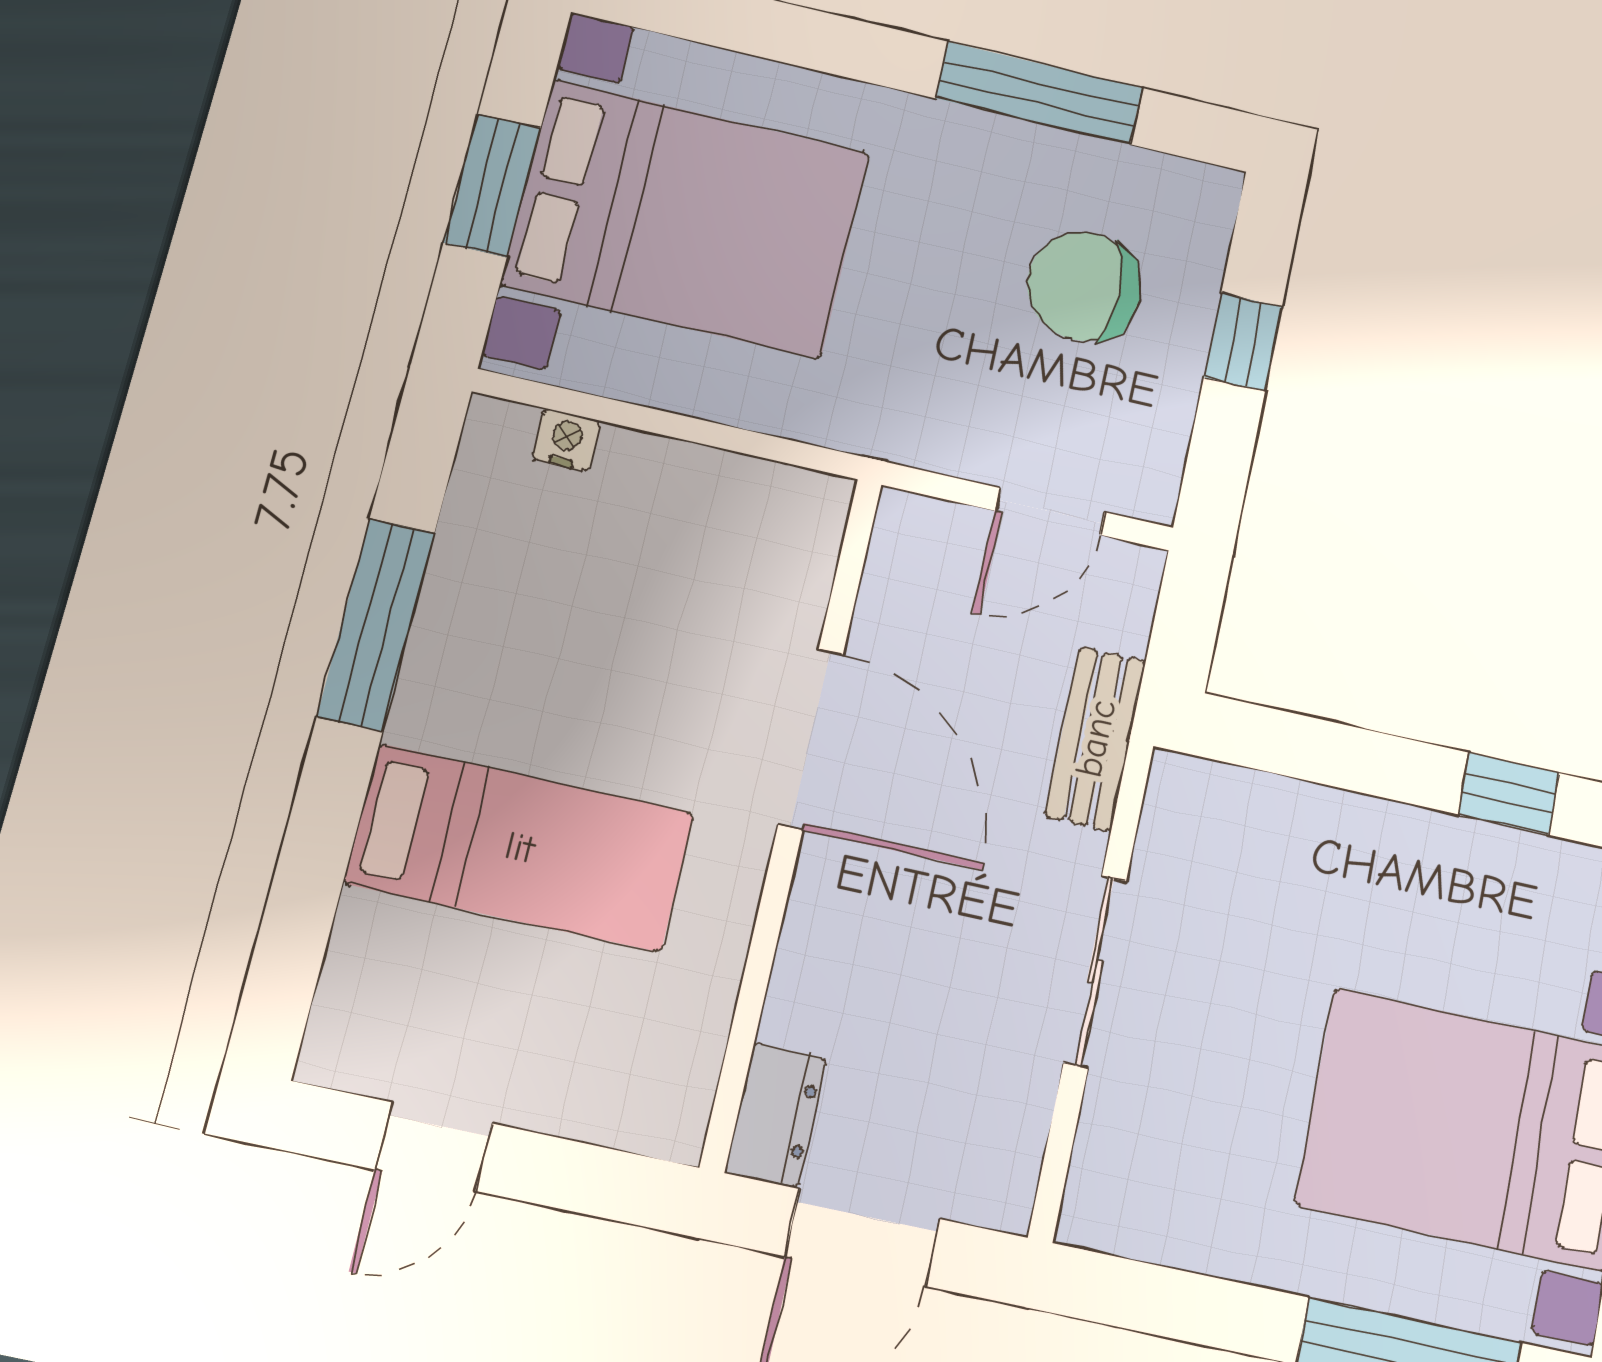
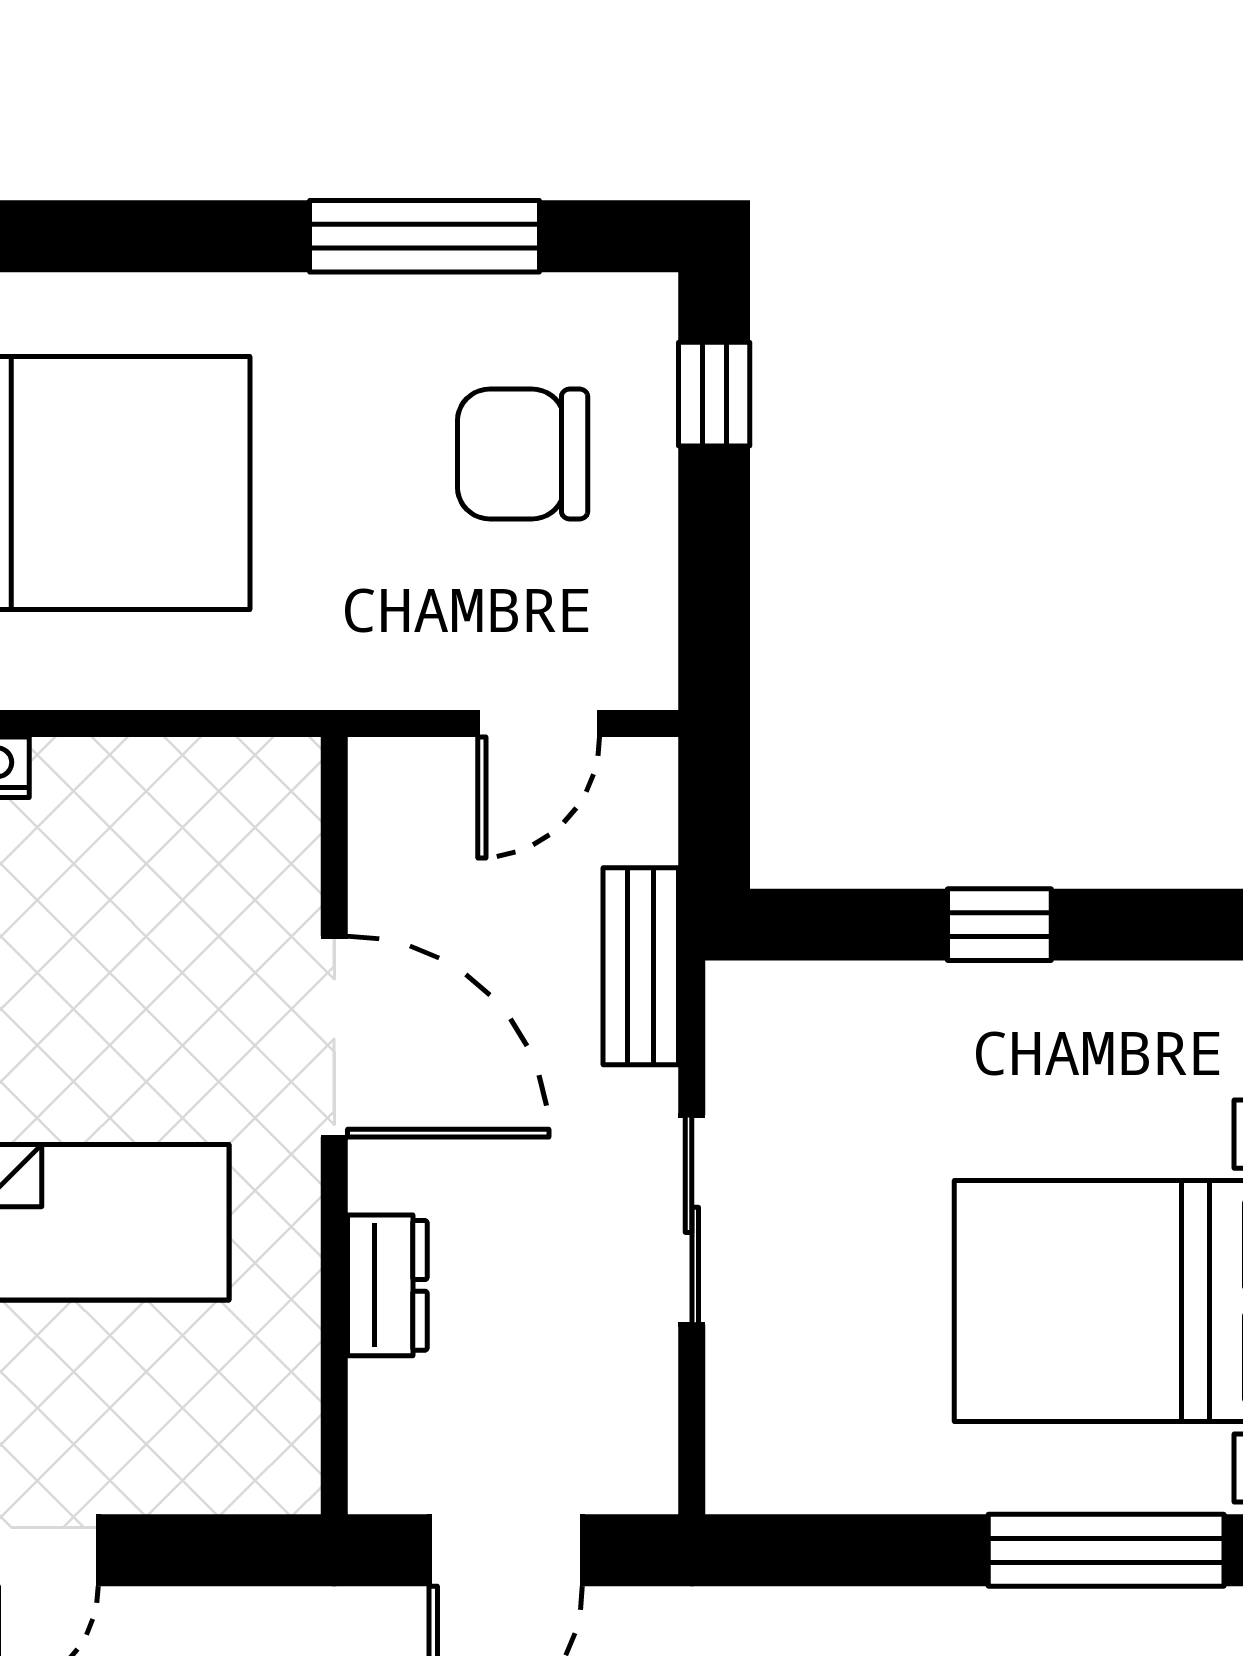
window: (1243, 342) -> (714, 394), moved
window: (1509, 794) -> (999, 925), moved
dresser: (776, 1115) -> (387, 1285), moved

